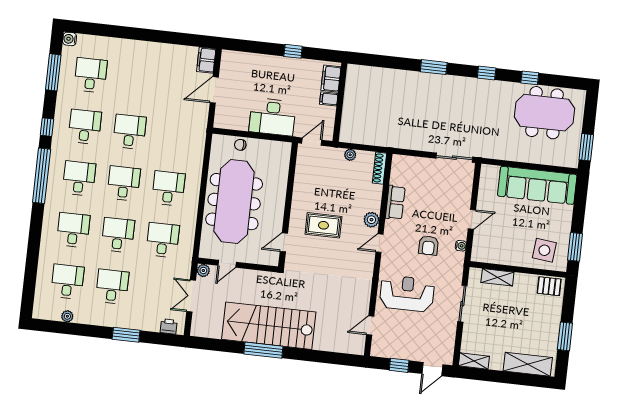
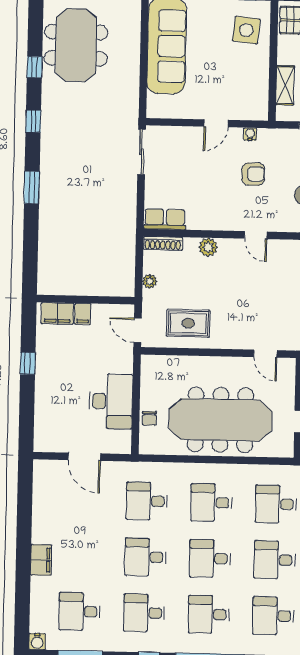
filing cabinet: (206, 60) -> (41, 560), moved, turned -90
desk: (272, 117) -> (111, 401), moved
desk: (174, 137) -> (147, 501), added
row of seats: (395, 202) -> (165, 219), moved
door: (472, 219) -> (216, 123), swing flipped
plant: (371, 220) -> (208, 247), moved
rug: (323, 225) -> (188, 323), moved, turned 90

